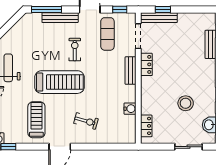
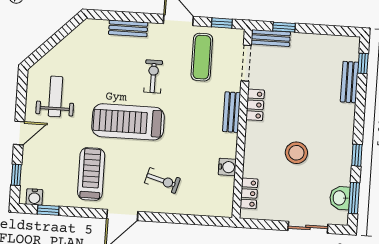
window: (47, 9) -> (116, 16), removed
bench: (60, 18) -> (128, 28), width x0.73
bench: (159, 18) -> (271, 38), width x0.73
treadmill: (59, 82) -> (128, 122), turned 180
stool: (186, 103) -> (296, 153), moved

